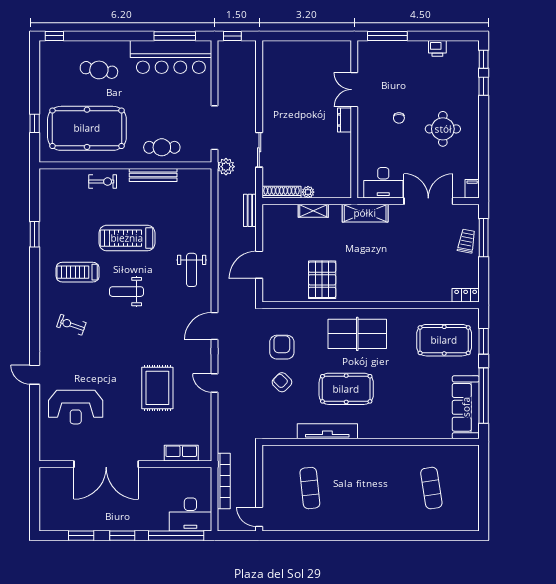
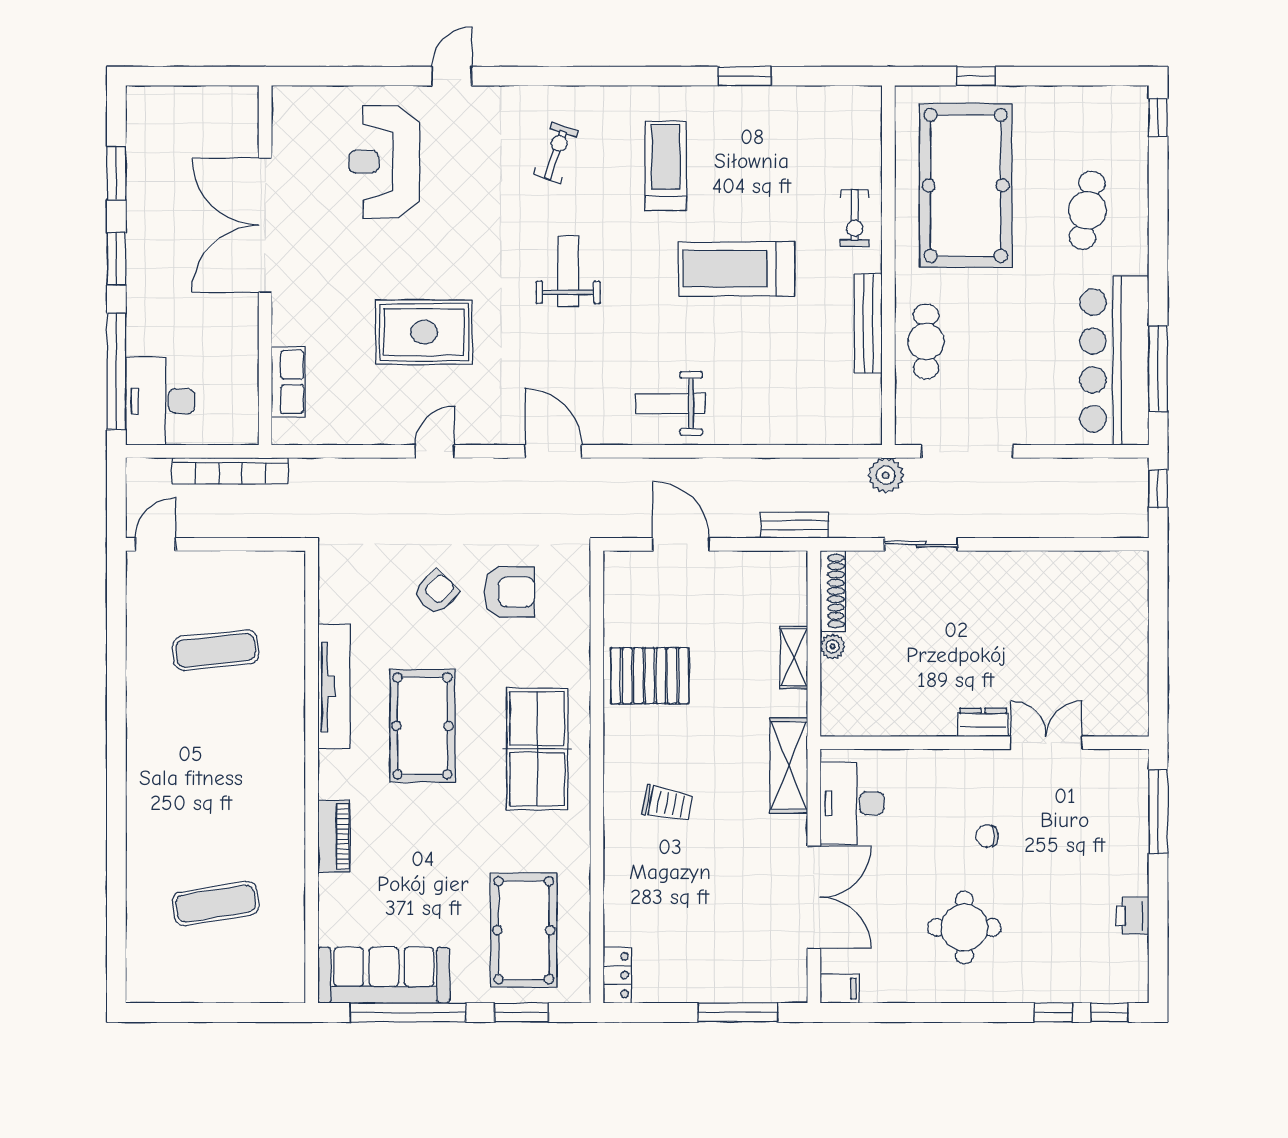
treadmill: (127, 238) -> (737, 269), turned -90
trolley: (467, 241) -> (667, 804), moved
weight bench: (127, 292) -> (568, 271), moved
piano: (399, 431) -> (334, 836), added

